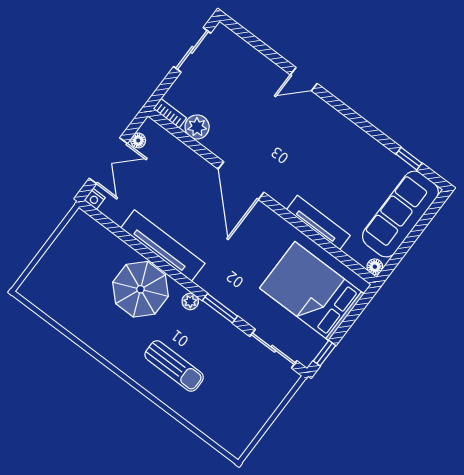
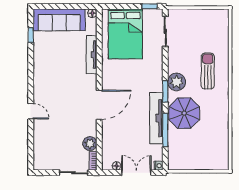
sliding door: (192, 50) -> (74, 173), moved
window: (137, 245) -> (165, 130), added
plant: (190, 301) -> (177, 82), width x1.87, depth x1.87
window: (220, 308) -> (165, 91), moved

